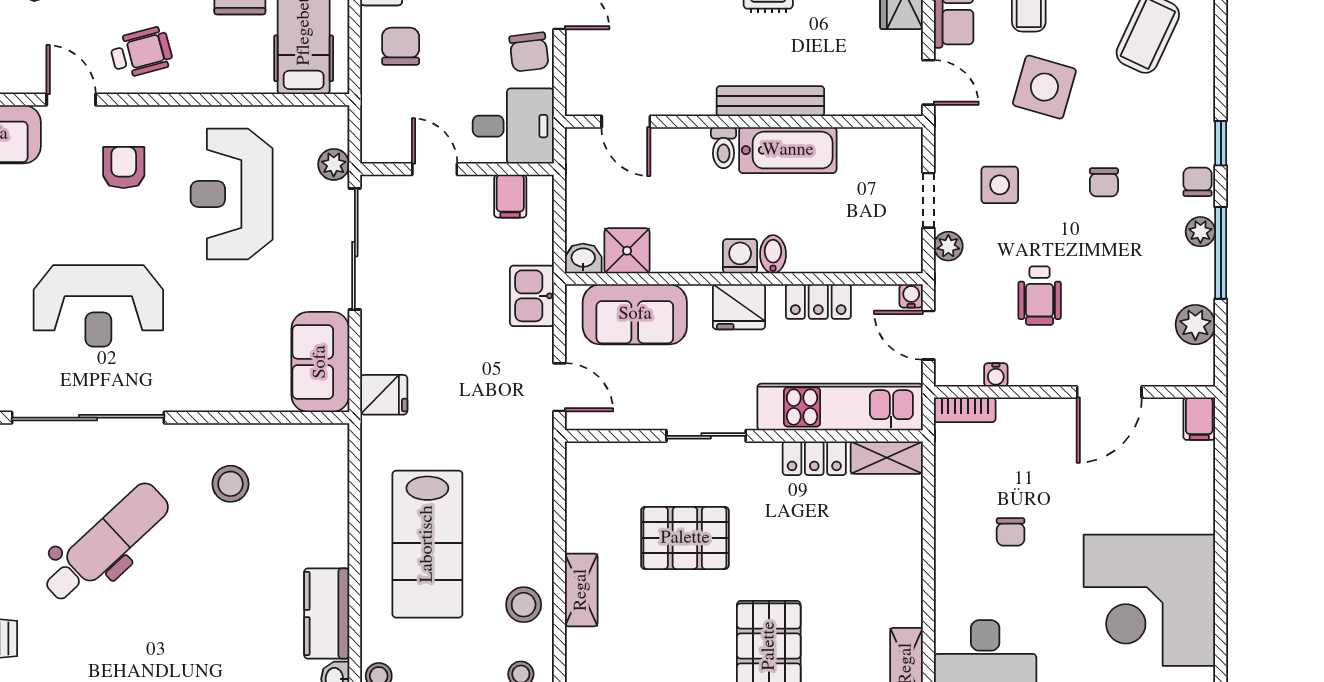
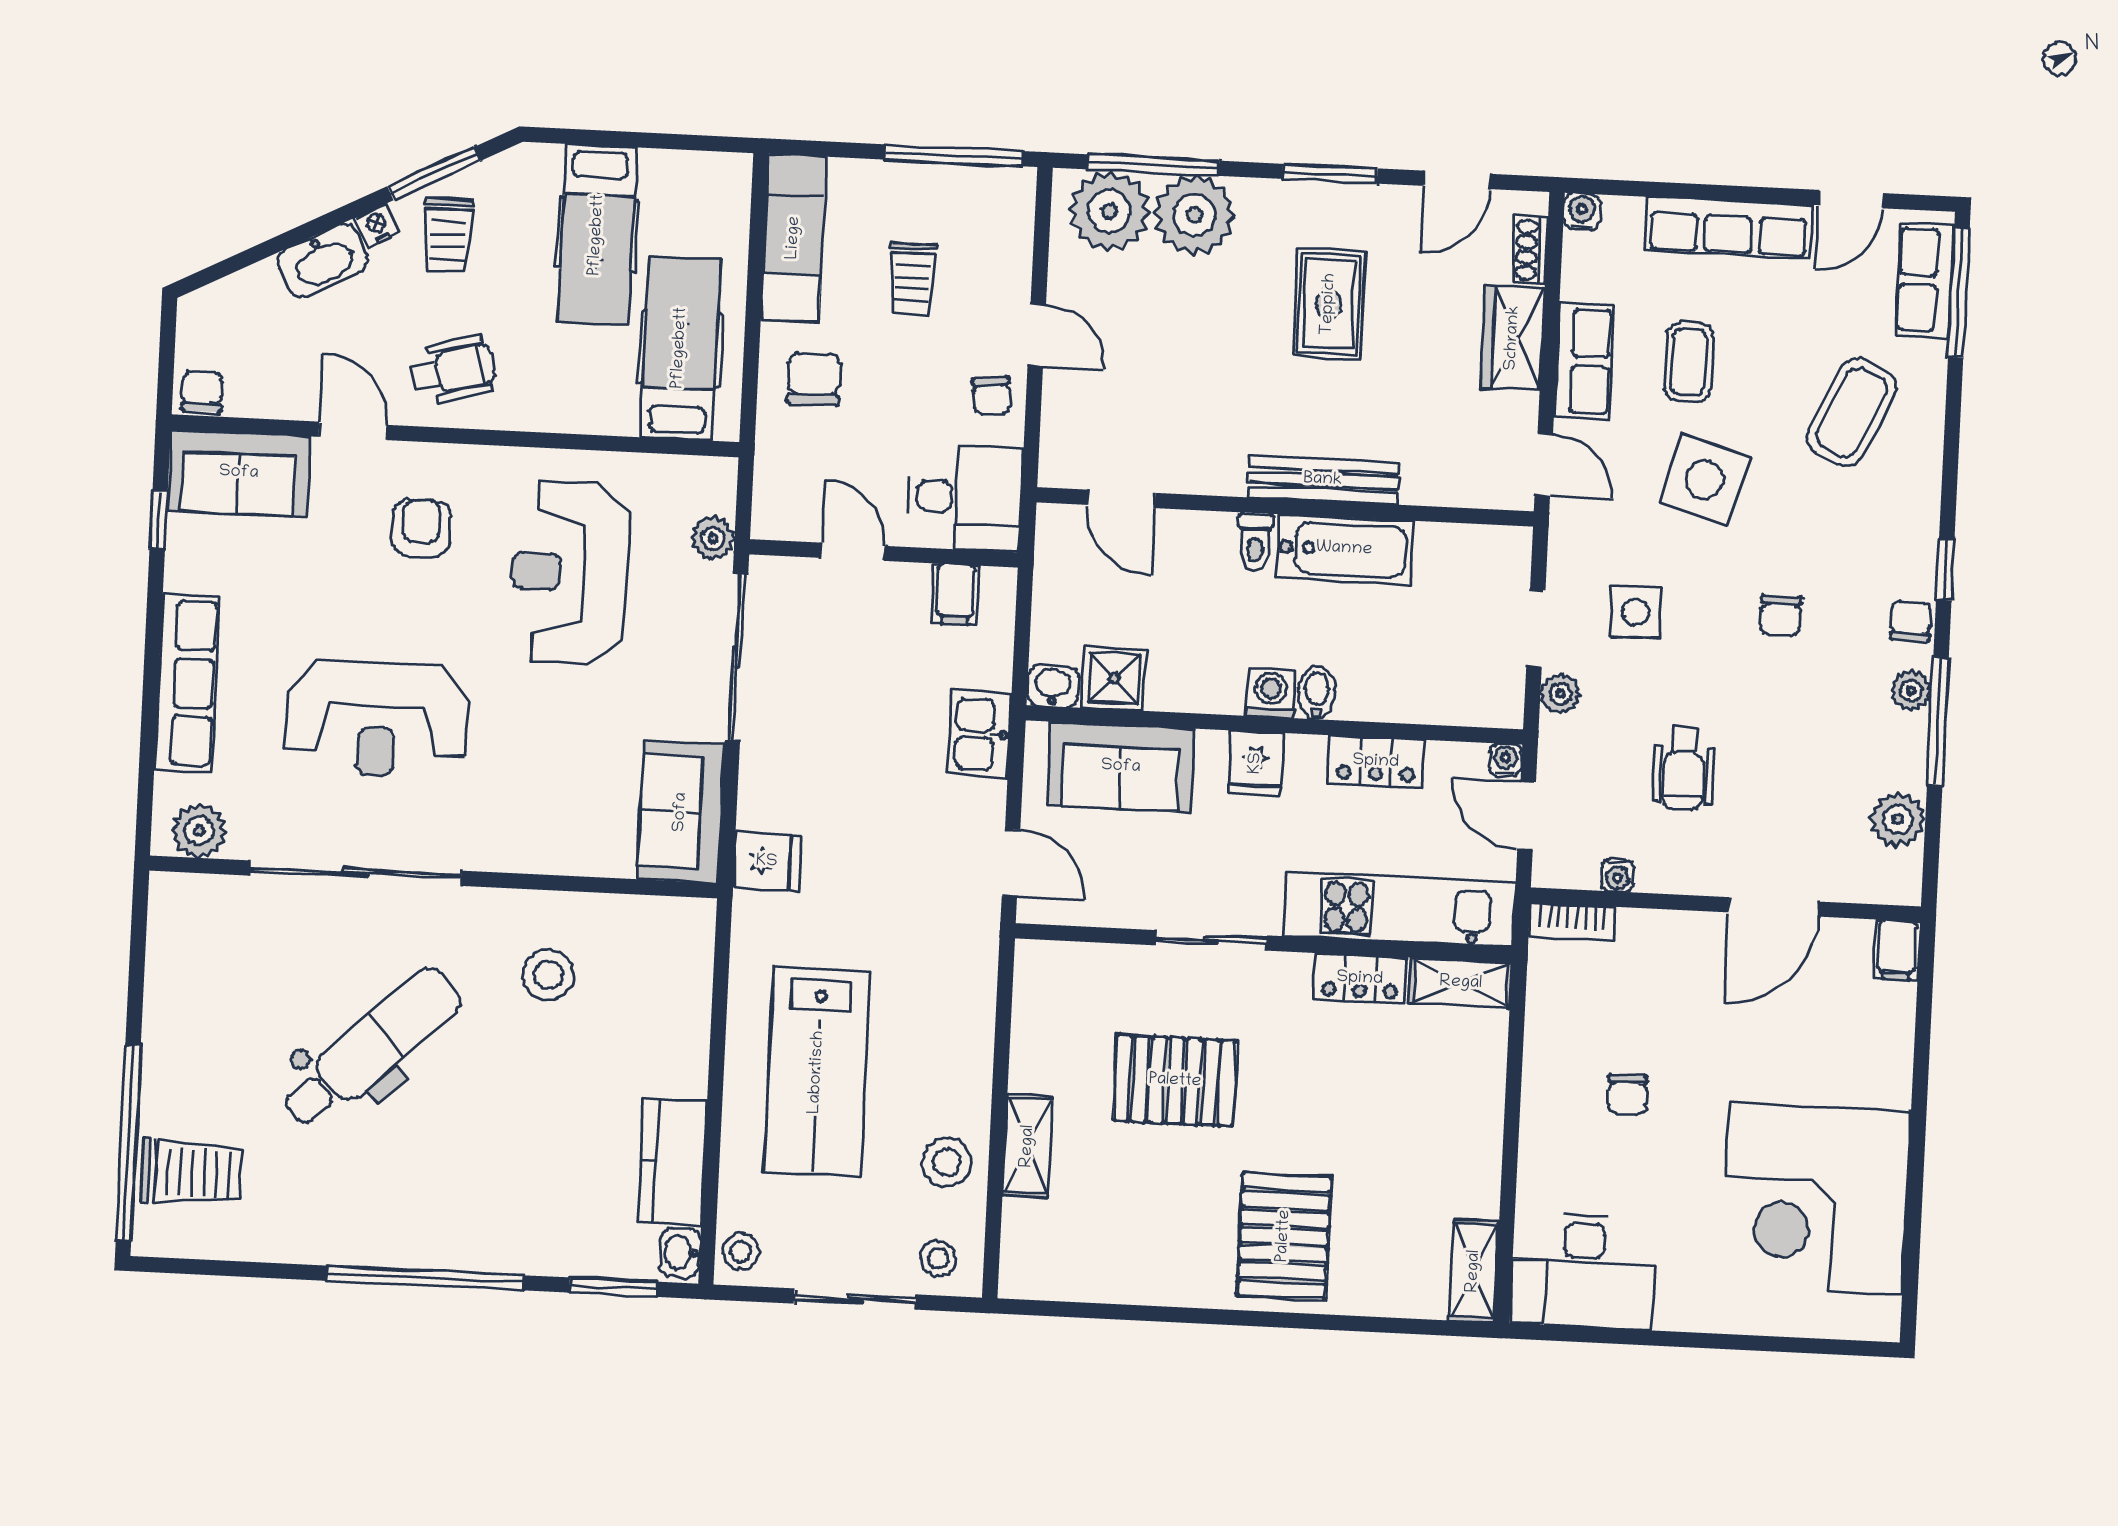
chair: (529, 52) -> (992, 396), width x0.73, depth x0.73
fridge: (739, 307) -> (1256, 763), width x0.72

